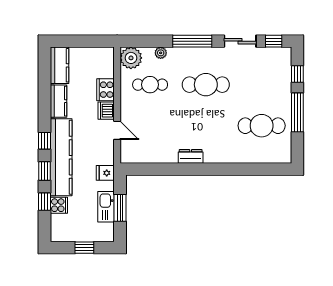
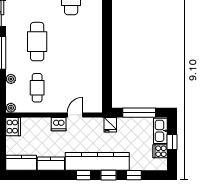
plant: (131, 58) -> (11, 108), width x0.53, depth x0.53
cooker: (106, 90) -> (13, 127), moved, turned -90
dresser: (191, 156) -> (97, 54), removed
cooker: (59, 205) -> (160, 151), moved, turned -90
kitchen sink: (106, 207) -> (160, 131), moved, turned 90
window: (120, 208) -> (139, 113), width x1.44

